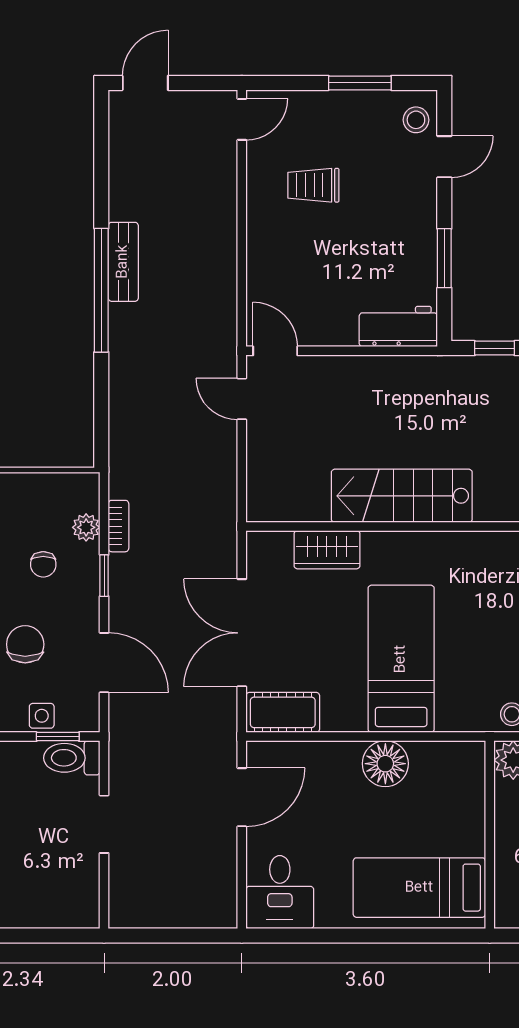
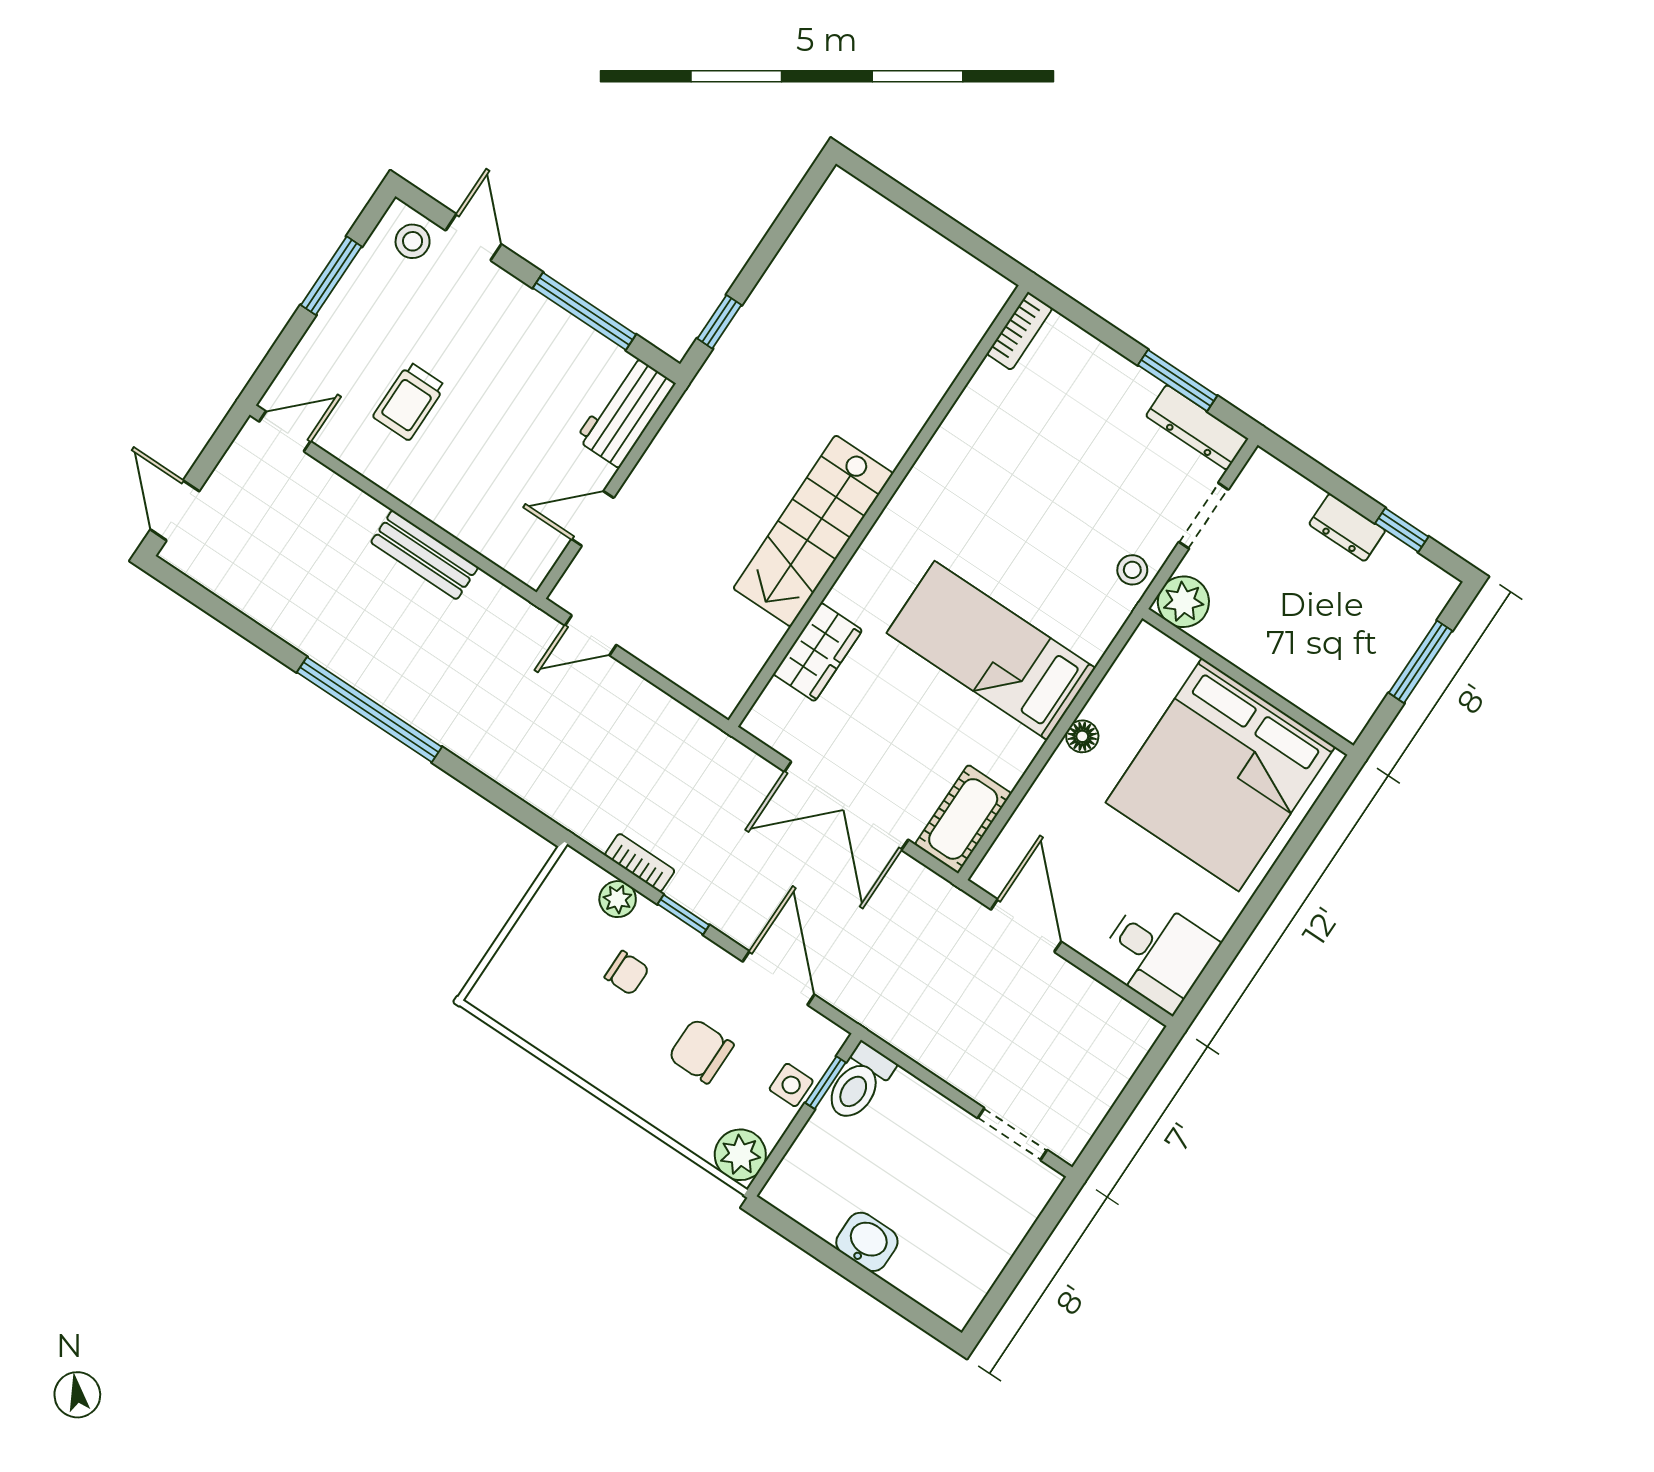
door: (242, 119) -> (285, 431), hinge flipped
window: (444, 258) -> (584, 311), width x1.44
bench: (123, 262) -> (425, 555), moved
door: (275, 351) -> (593, 518), moved
door: (104, 663) -> (779, 978), hinge flipped
floor lamp: (385, 764) -> (1082, 736), width x0.53, depth x0.53
doorway: (104, 824) -> (1012, 1134), moved
bed: (419, 888) -> (1220, 775), width x2.04

